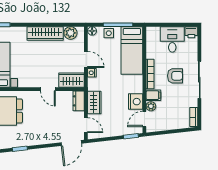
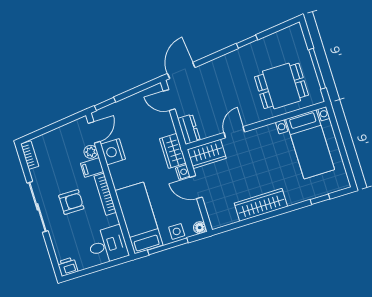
plant: (71, 33) -> (227, 216), removed
desk: (172, 39) -> (108, 245), moved, turned -90
armchair: (175, 76) -> (71, 202), turned 180
door: (48, 89) -> (234, 132), hinge flipped
wardrobe: (94, 103) -> (173, 151), moved

